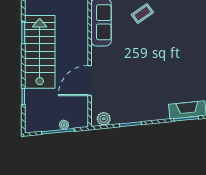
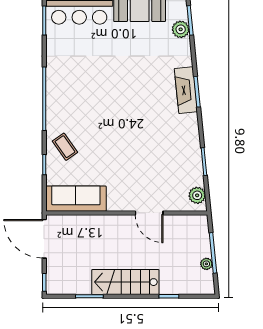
stairs: (40, 52) -> (125, 282), width x0.73, depth x0.66
door: (90, 81) -> (149, 213), width x0.73
plant: (64, 125) -> (206, 264), moved

